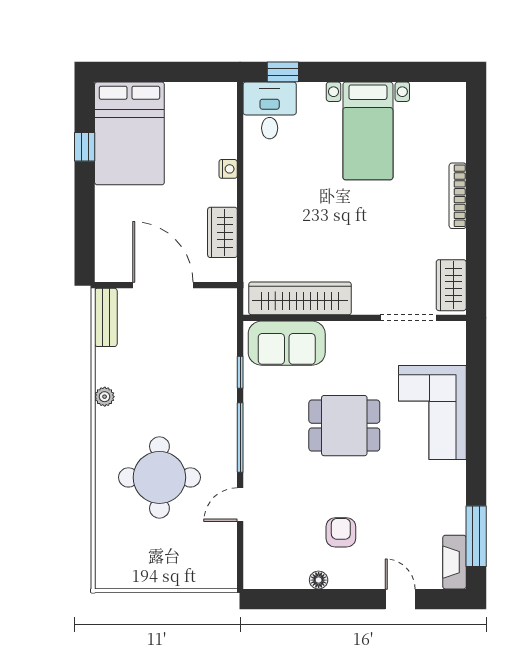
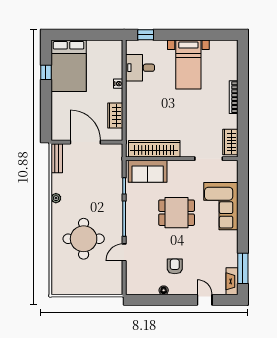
desk: (270, 110) -> (140, 68), moved, turned -90

